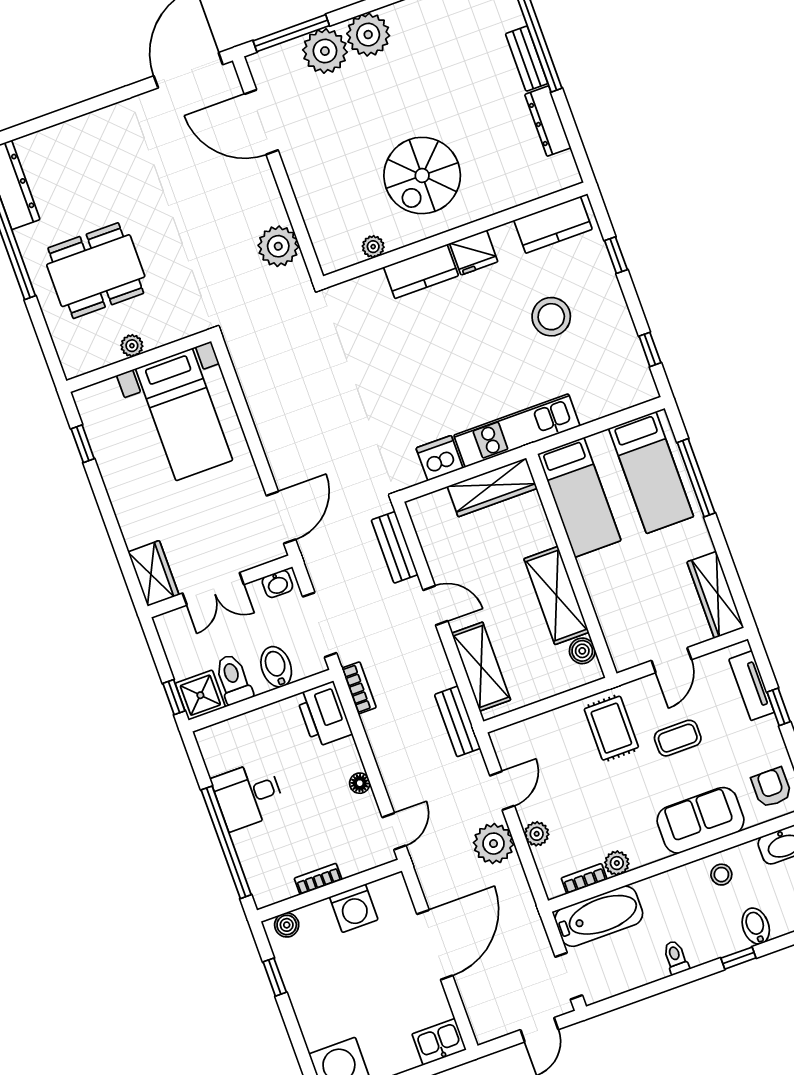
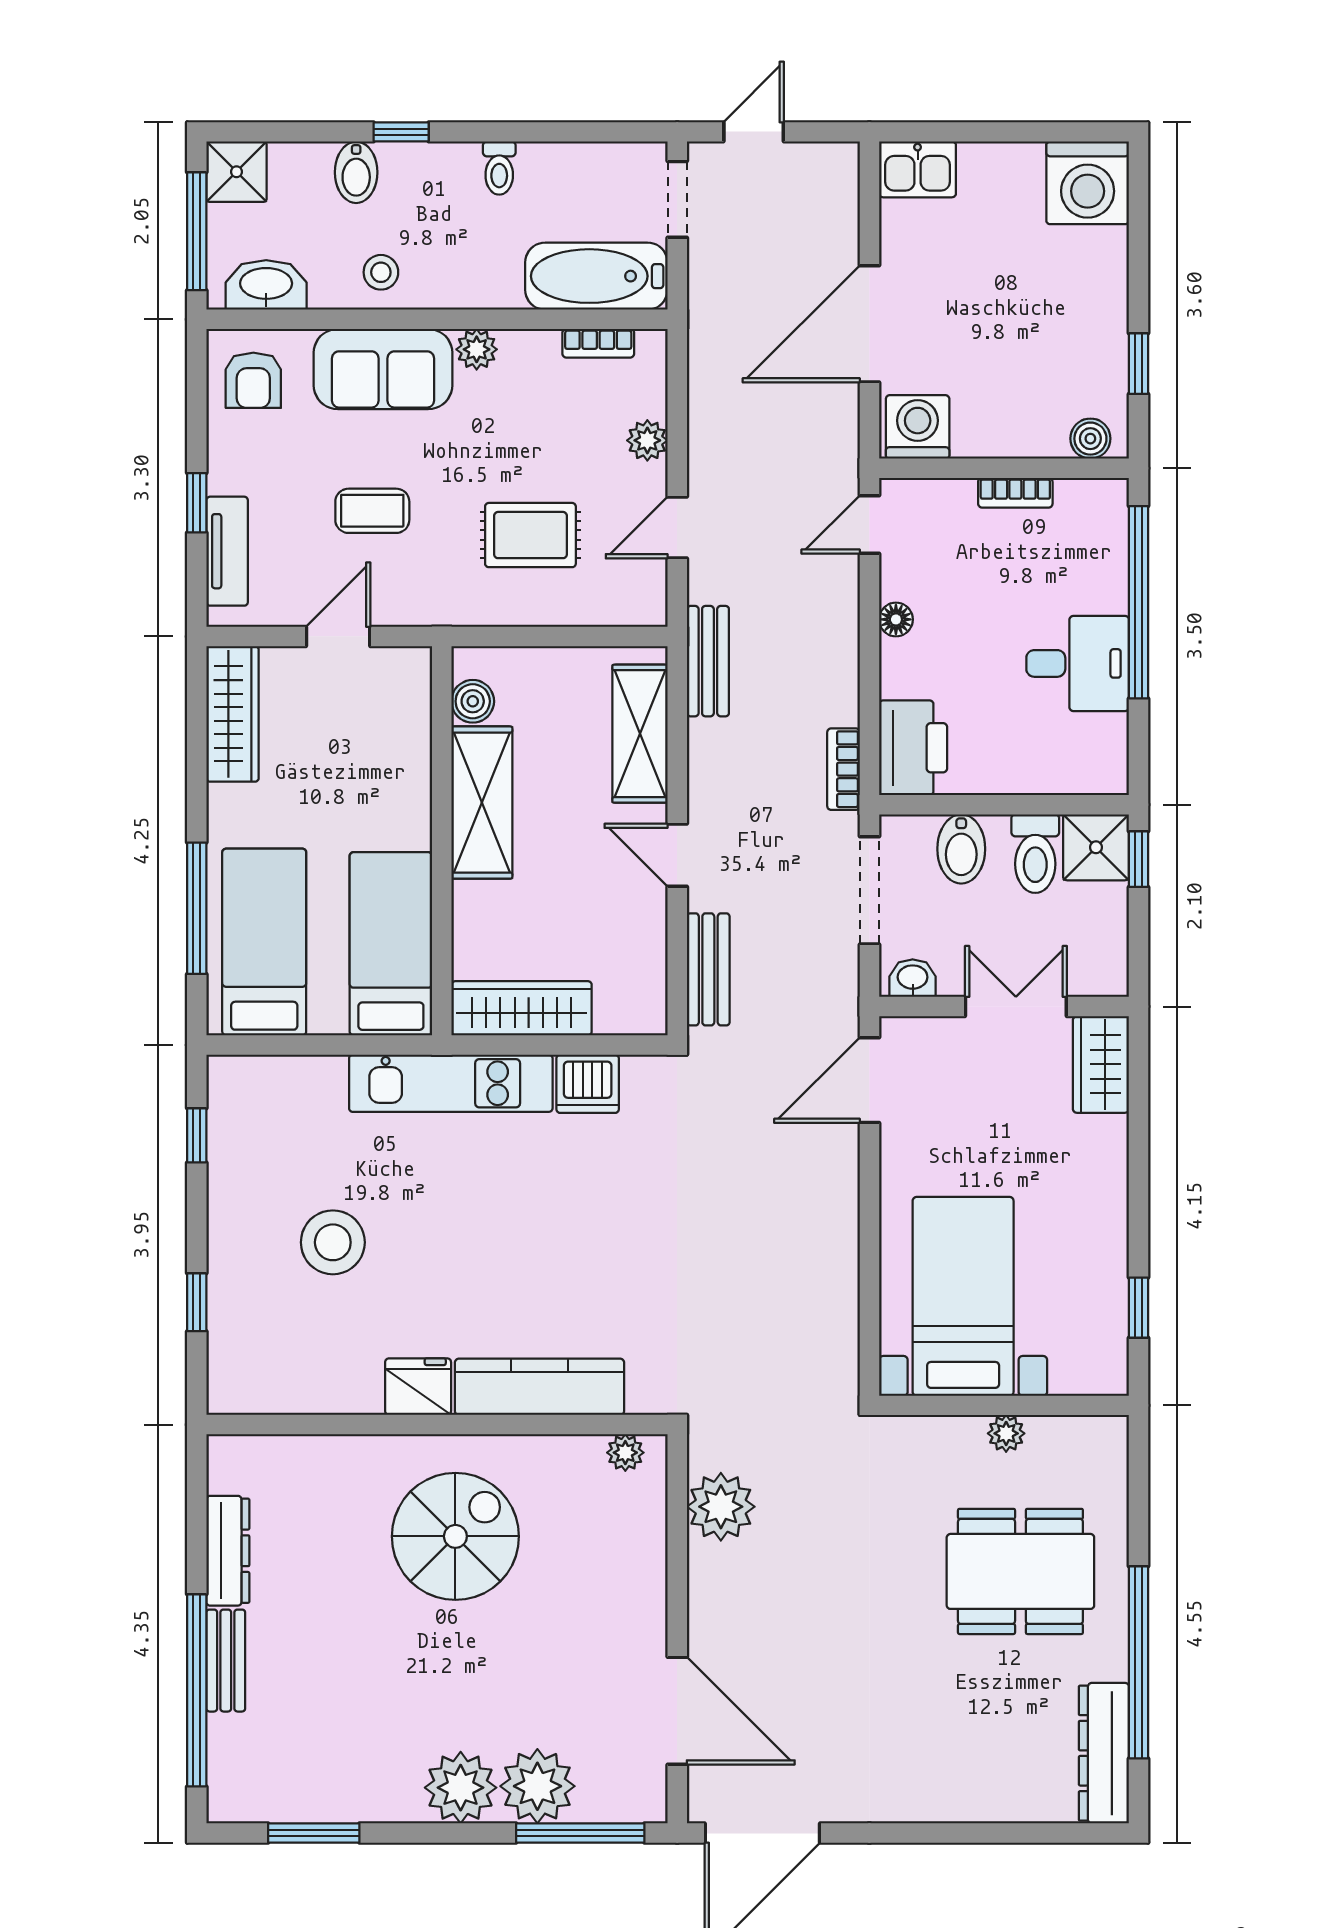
kitchen counter: (553, 225) -> (278, 1385), removed
plant: (373, 247) -> (625, 1453), moved
kitchen counter: (421, 271) -> (539, 1387), width x1.50
rug: (611, 728) -> (530, 535), moved, turned 90
plant: (493, 844) -> (720, 449), removed
plant: (617, 863) -> (477, 349), moved
washing machine: (354, 908) -> (918, 427), moved

